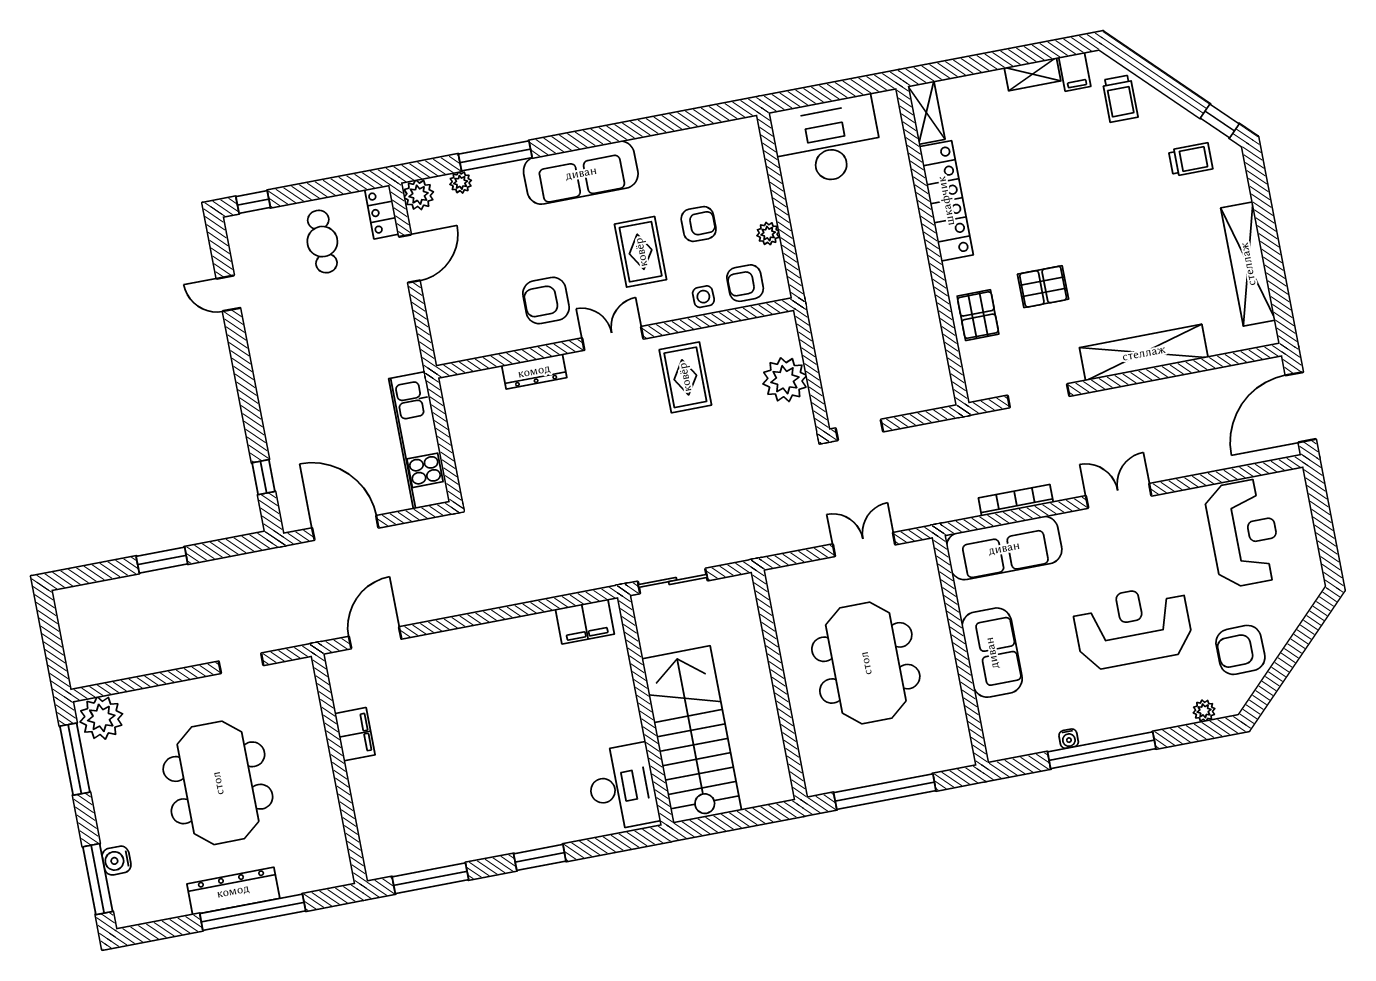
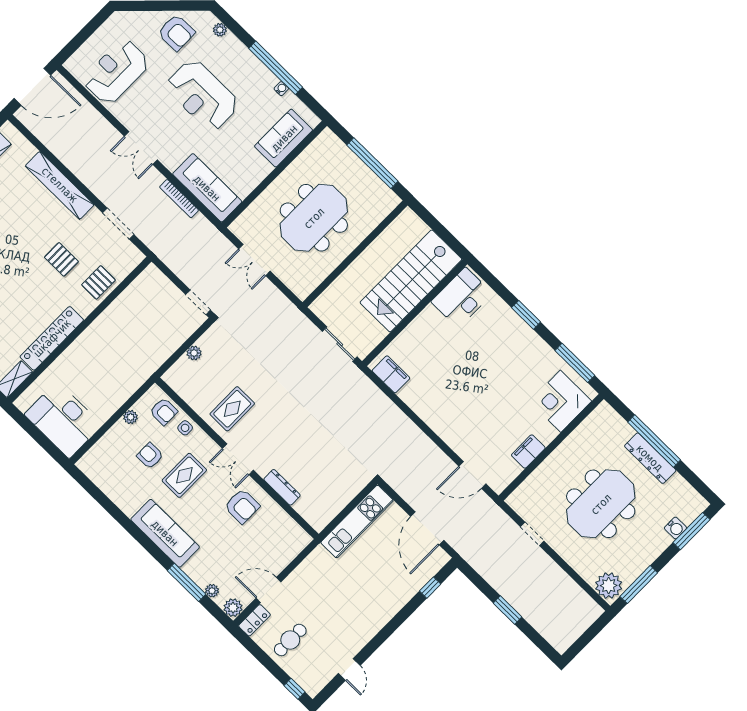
plant: (785, 380) -> (194, 353), width x0.53, depth x0.53
sofa: (992, 653) -> (284, 138), moved
corner desk: (392, 824) -> (561, 401), added

